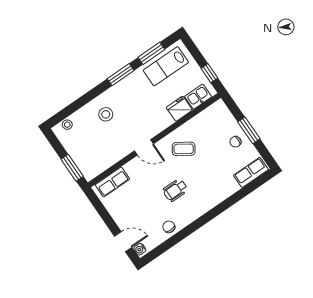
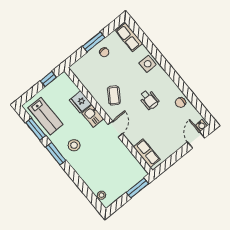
kitchen sink: (198, 97) -> (93, 116), moved
stool: (106, 114) -> (74, 145), moved
side table: (218, 192) -> (148, 64), added

